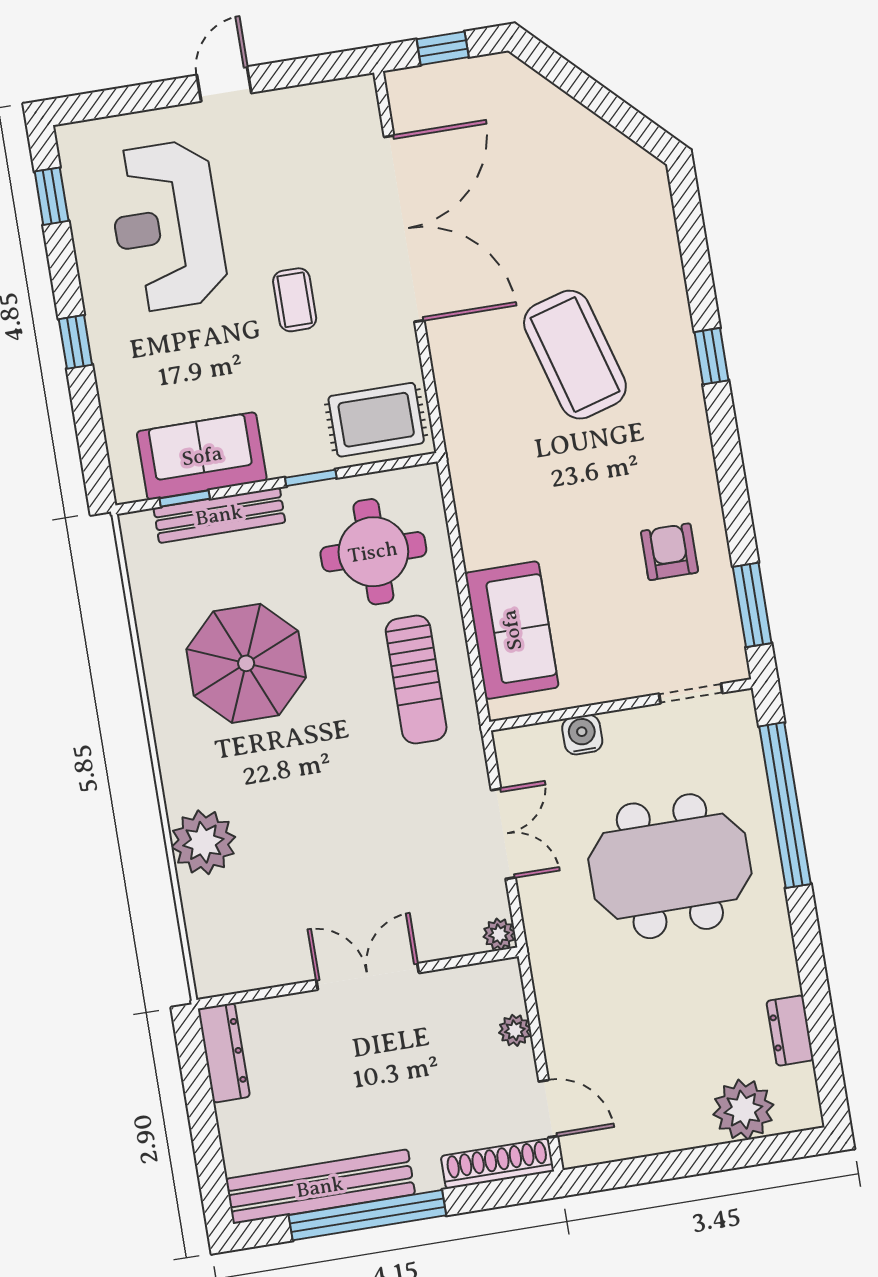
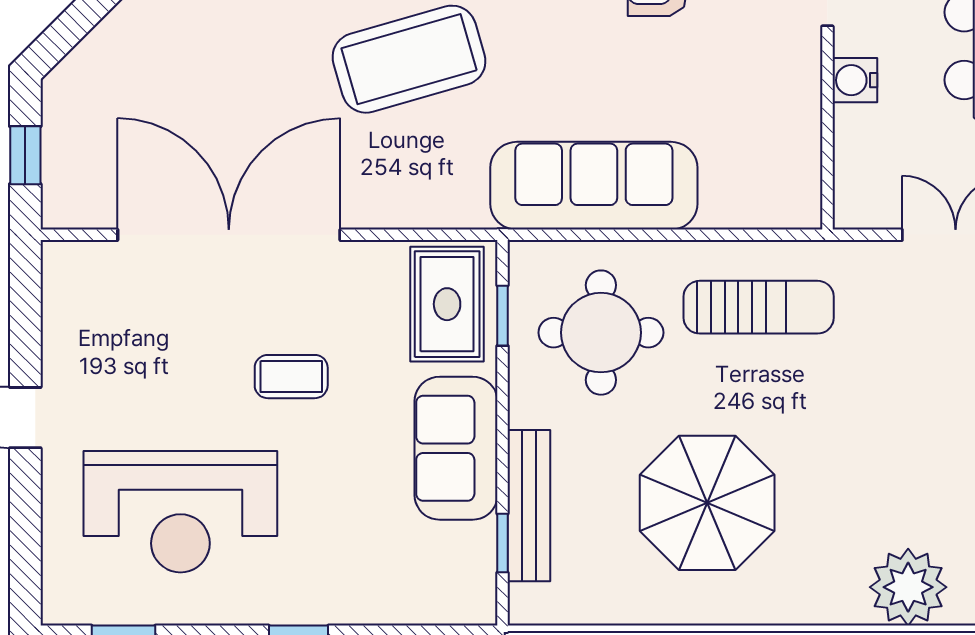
sofa: (202, 456) -> (456, 448), moved
window: (311, 478) -> (503, 316), moved
sofa: (512, 630) -> (594, 186), moved, width x1.36
water cooler: (582, 735) -> (855, 80), moved

